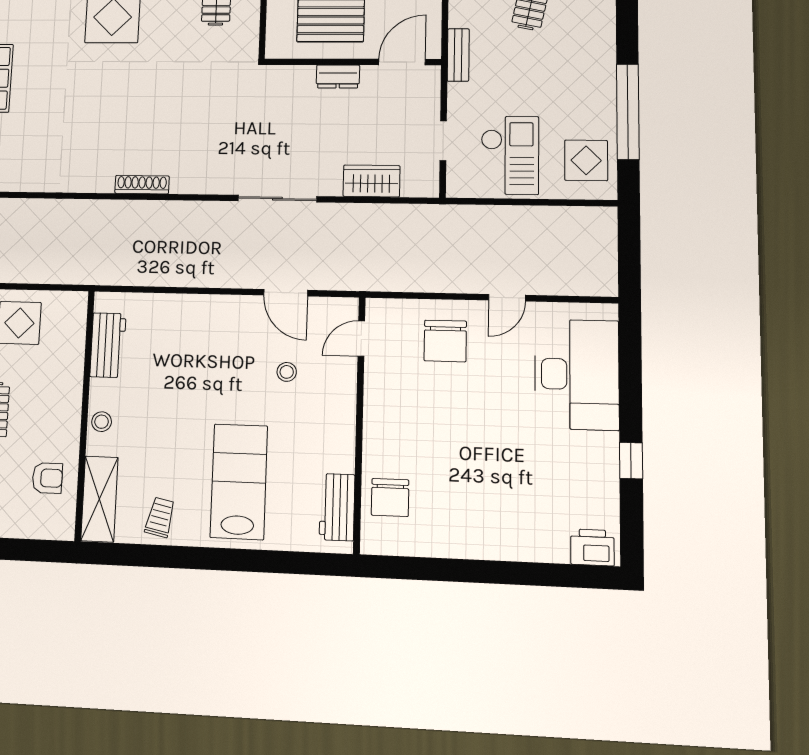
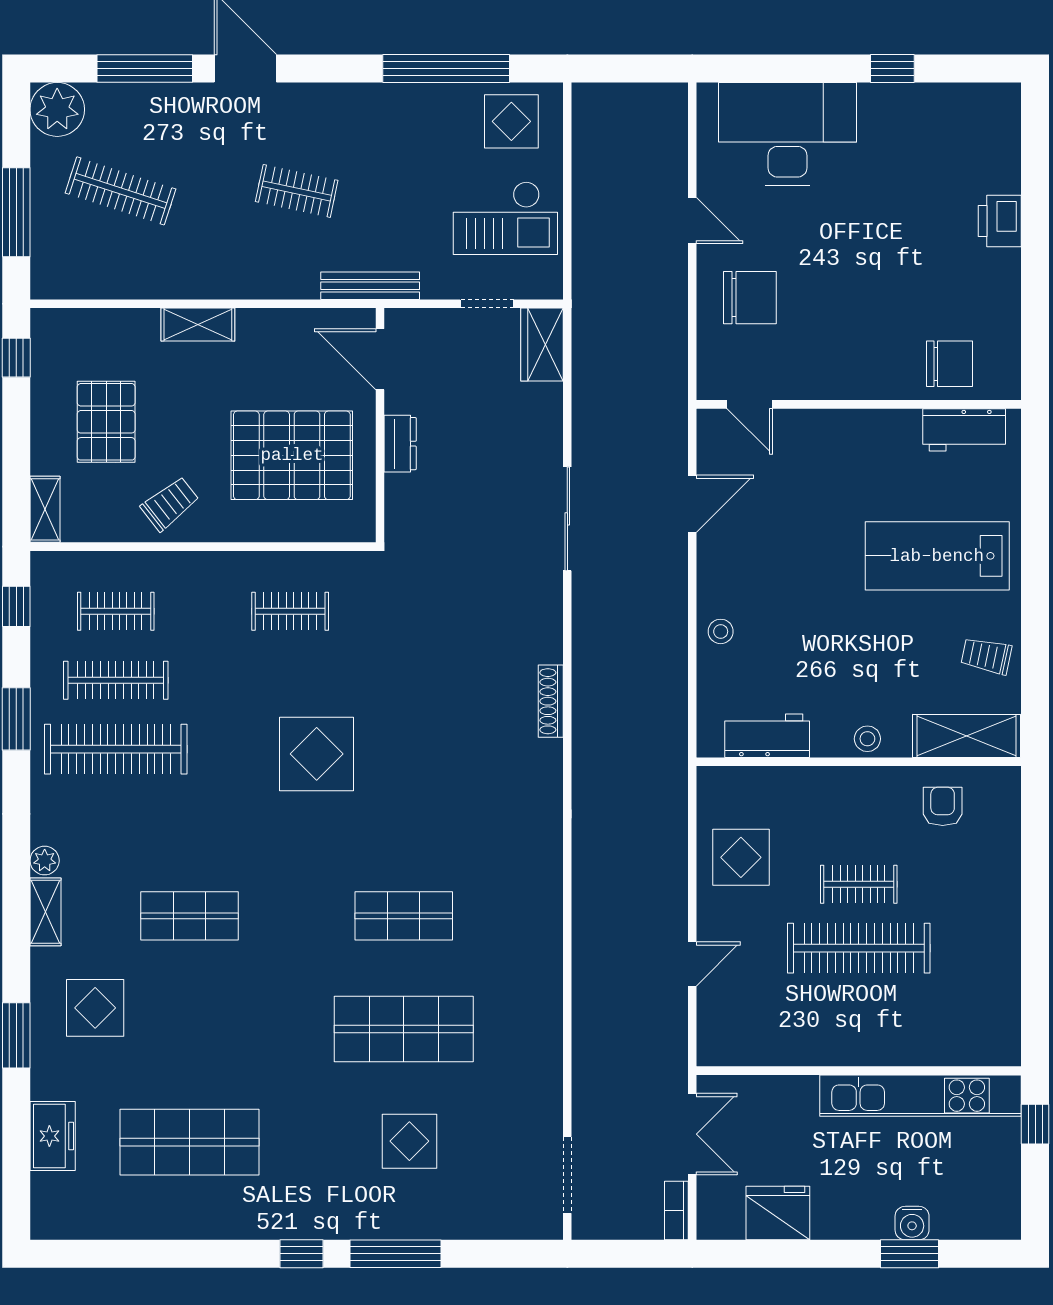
bench: (458, 55) -> (370, 286), width x1.36
checkout: (510, 155) -> (505, 218), turned 180
wardrobe: (371, 181) -> (542, 344), moved
stool: (287, 372) -> (721, 631), moved
printer: (592, 547) -> (1000, 221), moved

